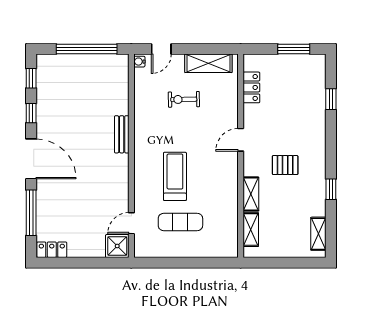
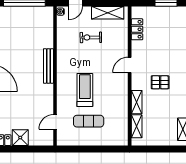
bench: (122, 134) -> (48, 66), width x1.36
shower: (117, 246) -> (20, 138), moved

